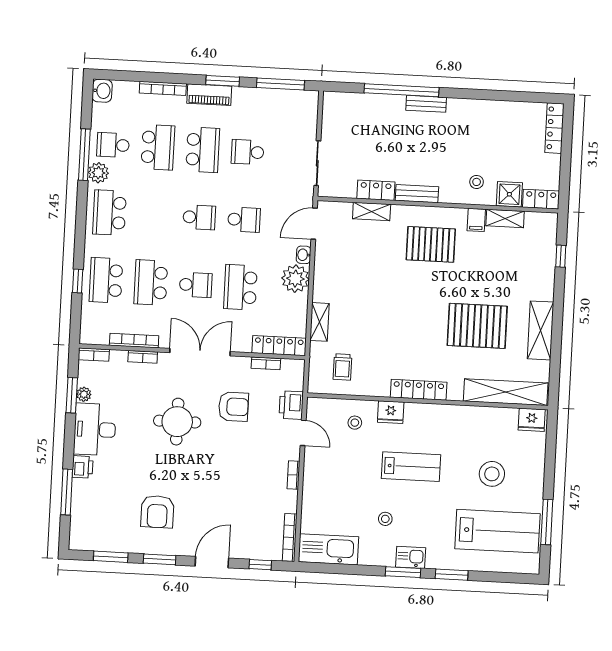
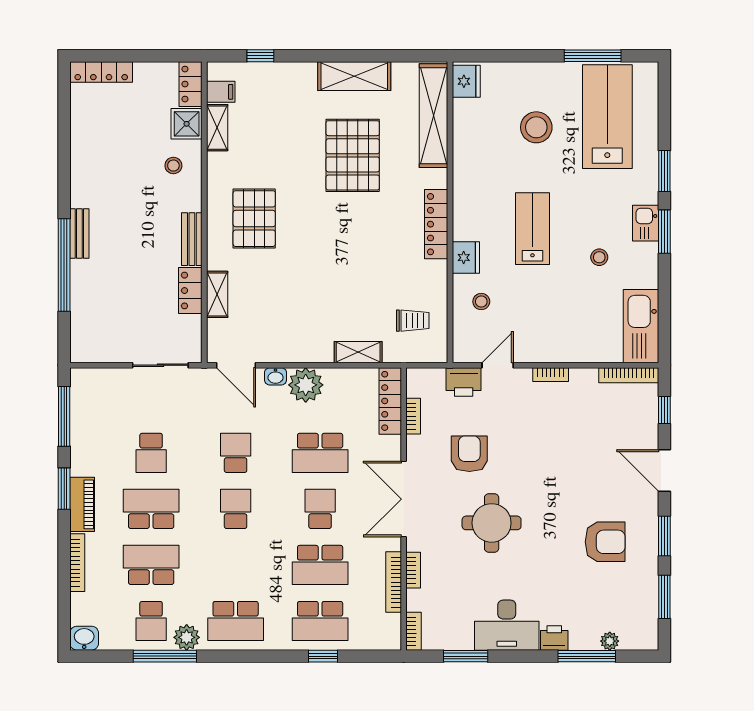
filing cabinet: (476, 220) -> (221, 92), moved
plant: (84, 394) -> (610, 641), moved

